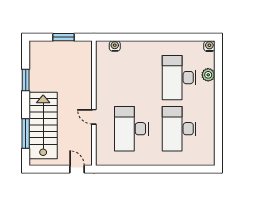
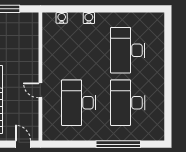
water cooler: (209, 46) -> (89, 18), moved
plant: (208, 75) -> (157, 47), removed
window: (170, 169) -> (118, 144), added

